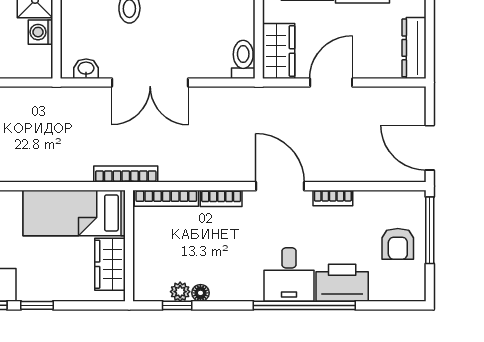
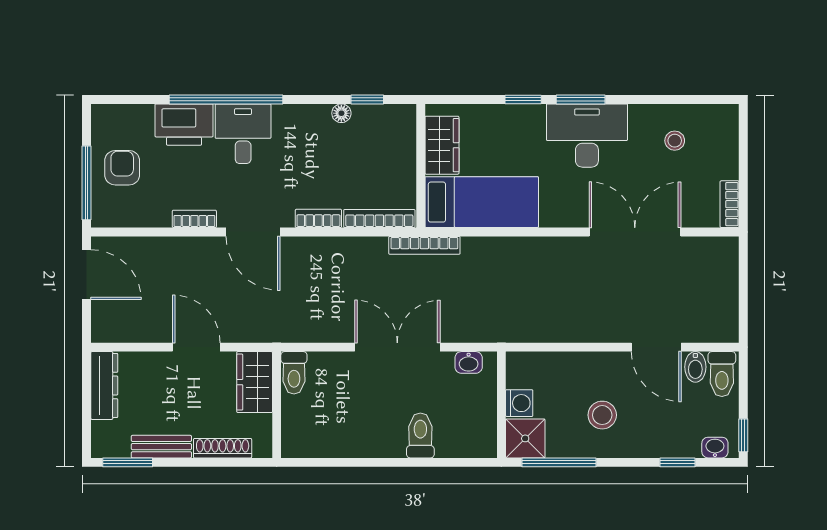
door: (331, 82) -> (196, 347), swing flipped
plant: (180, 292) -> (364, 115), removed

